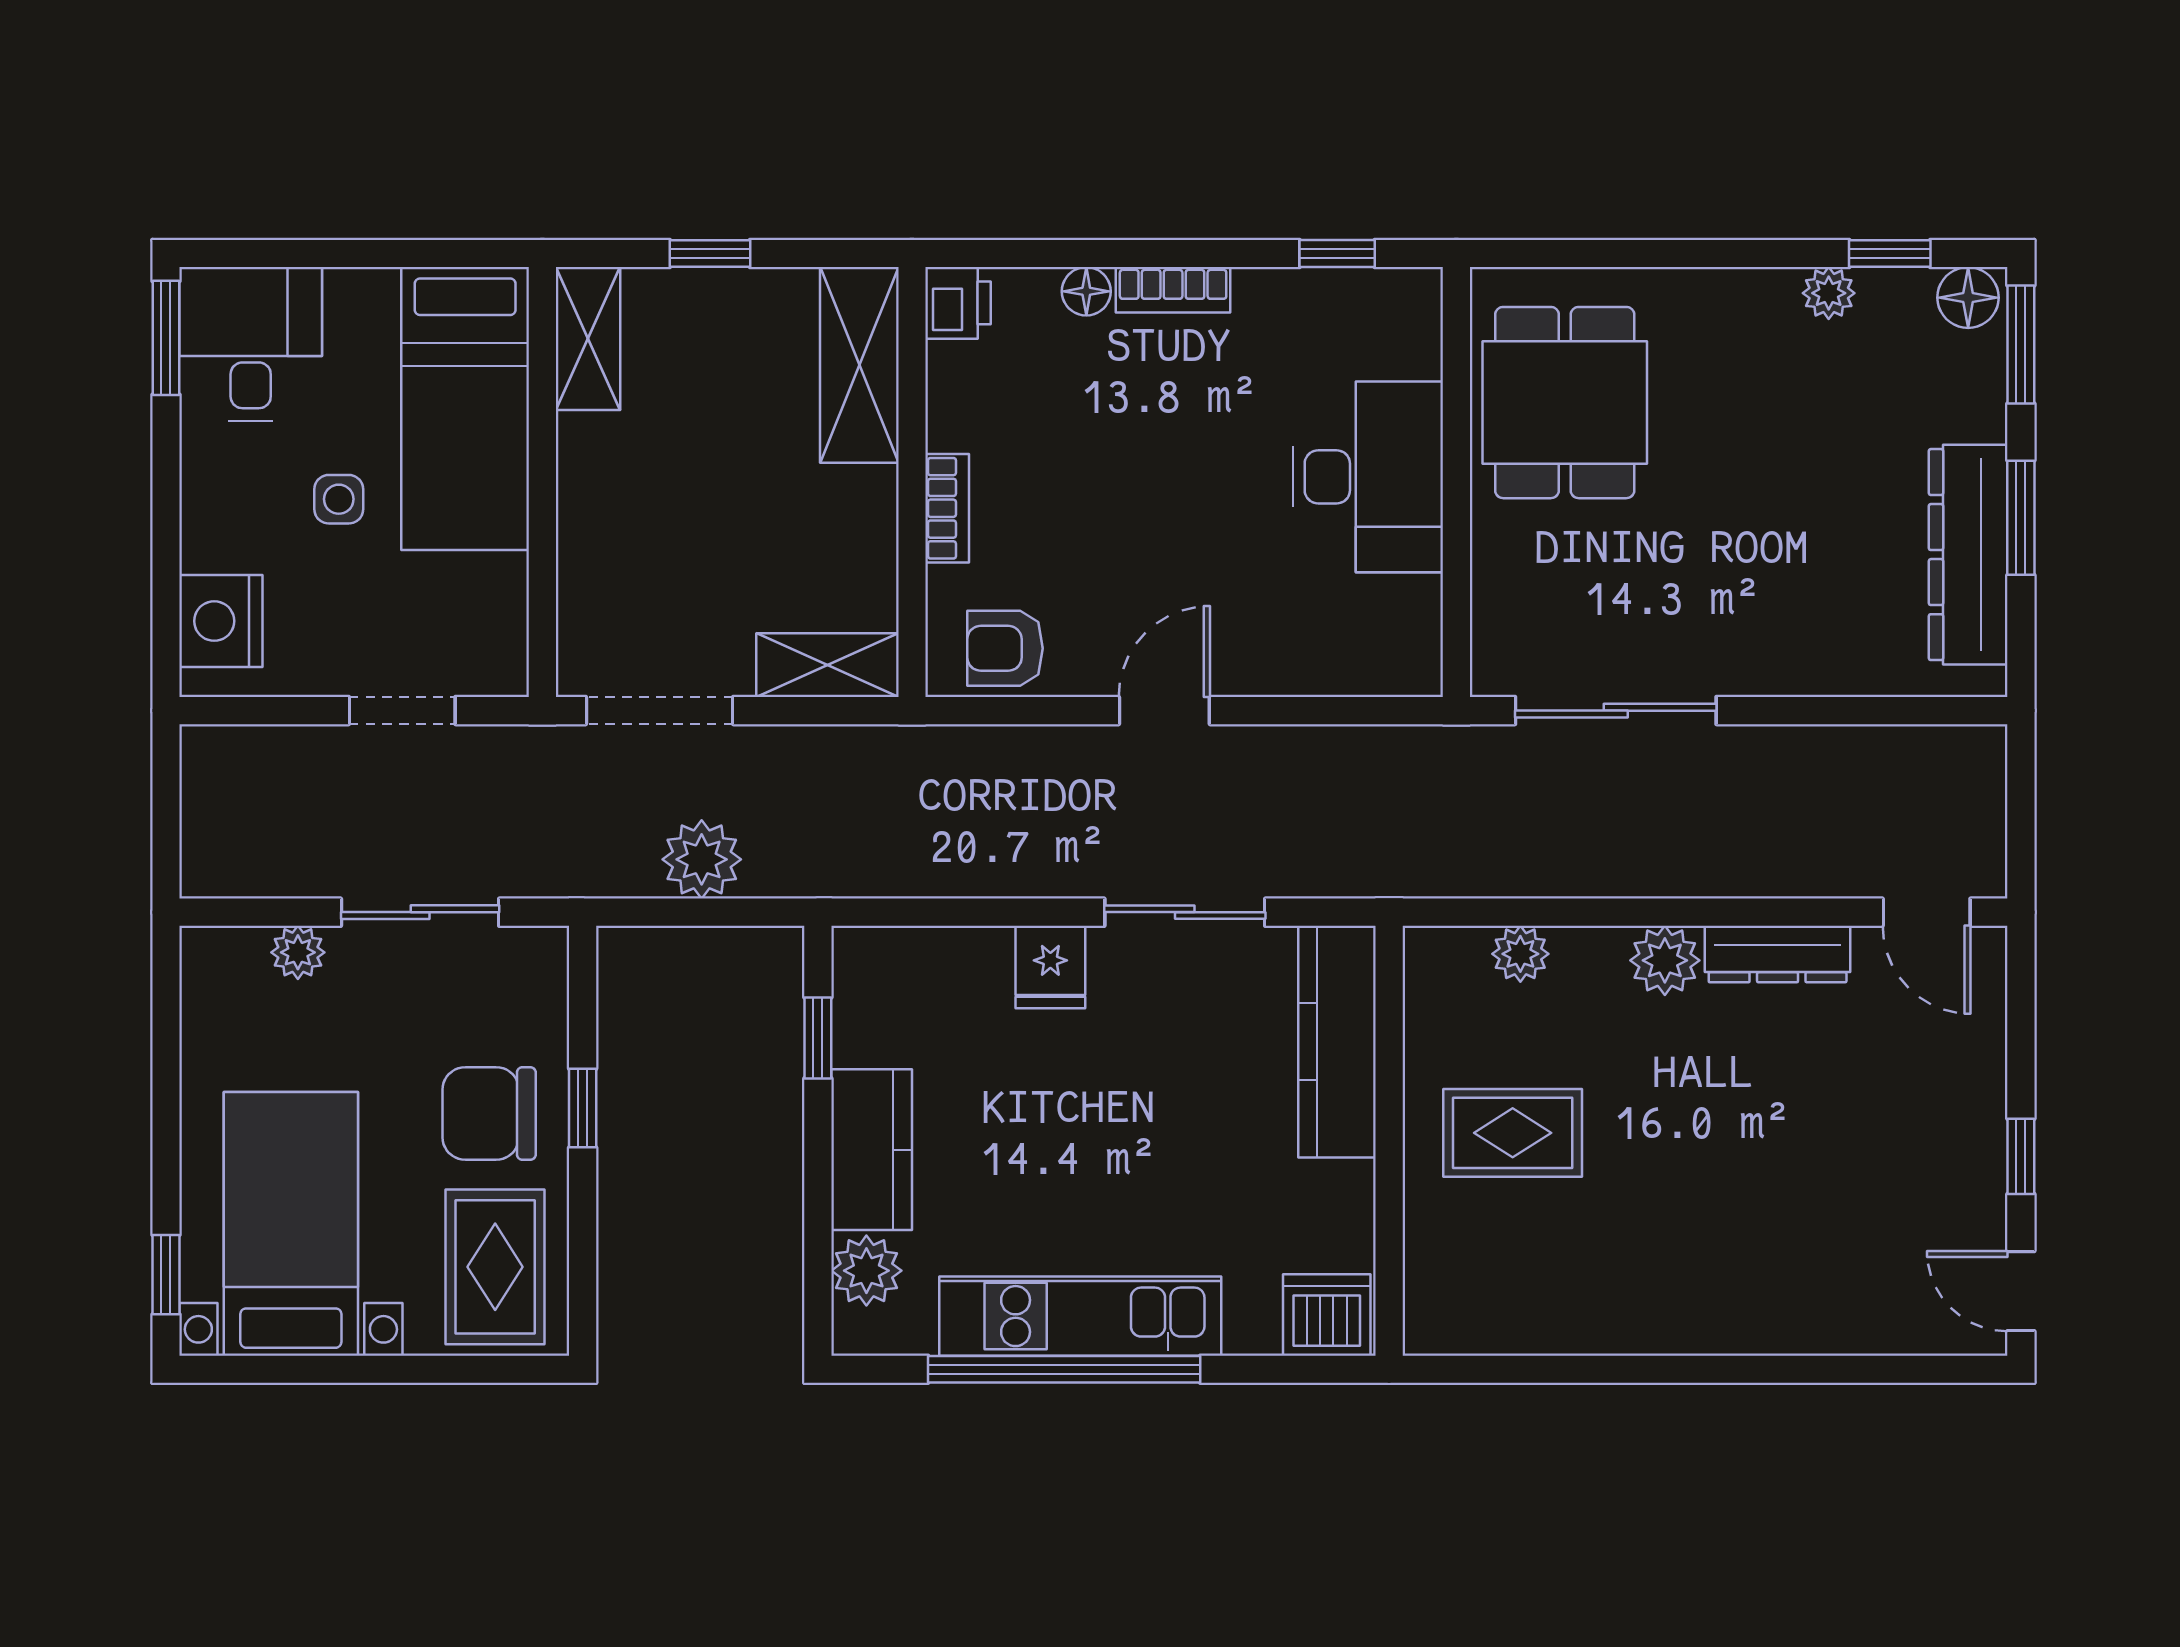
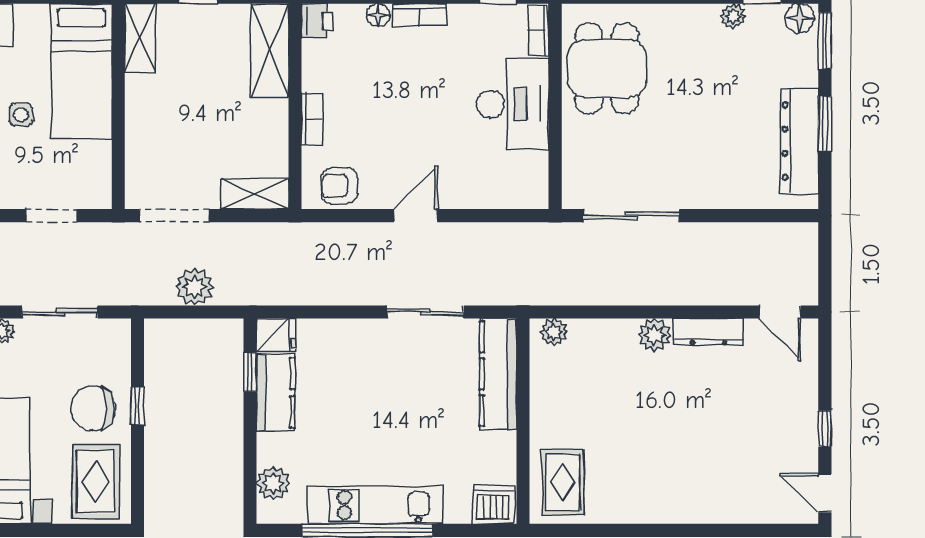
bookcase: (1422, 323) -> (538, 30), added
plant: (1520, 954) -> (554, 332), moved
fridge: (1050, 967) -> (276, 335), moved, turned -90
rug: (1513, 1133) -> (563, 482), moved, turned 90
kitchen counter: (872, 1150) -> (276, 393), moved

